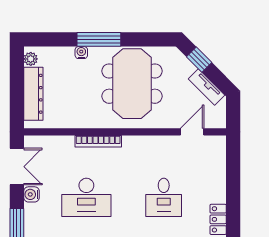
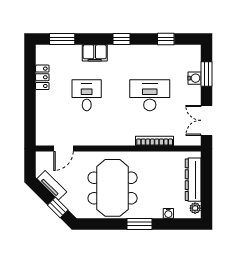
window: (99, 39) -> (139, 224), width x0.69
water cooler: (81, 53) -> (168, 213), moved
bookcase: (98, 141) -> (155, 141), moved
water cooler: (31, 194) -> (195, 78), moved

